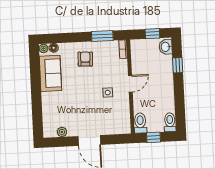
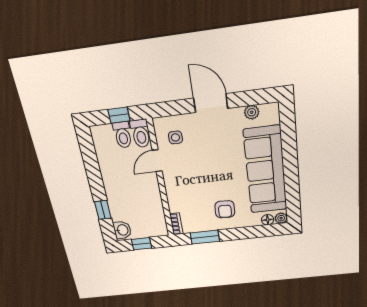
sofa: (50, 73) -> (266, 170), width x1.85, depth x1.27
door: (130, 84) -> (157, 161), moved
side table: (108, 93) -> (175, 137), moved
toilet: (170, 122) -> (123, 135), moved

